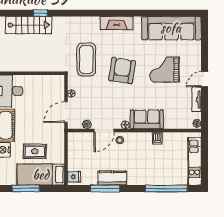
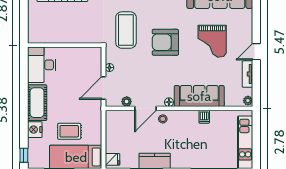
grand piano: (165, 70) -> (212, 41), turned -90
armchair: (122, 71) -> (165, 42), turned -99
sofa: (147, 119) -> (199, 96), width x1.36

